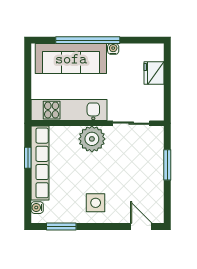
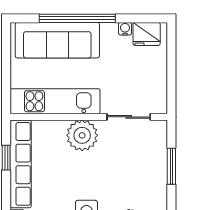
water cooler: (113, 49) -> (125, 29), moved
fridge: (154, 73) -> (147, 34), moved, turned -90

